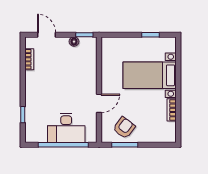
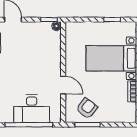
floor lamp: (74, 42) -> (56, 26), moved
door: (99, 103) -> (63, 85), hinge flipped

